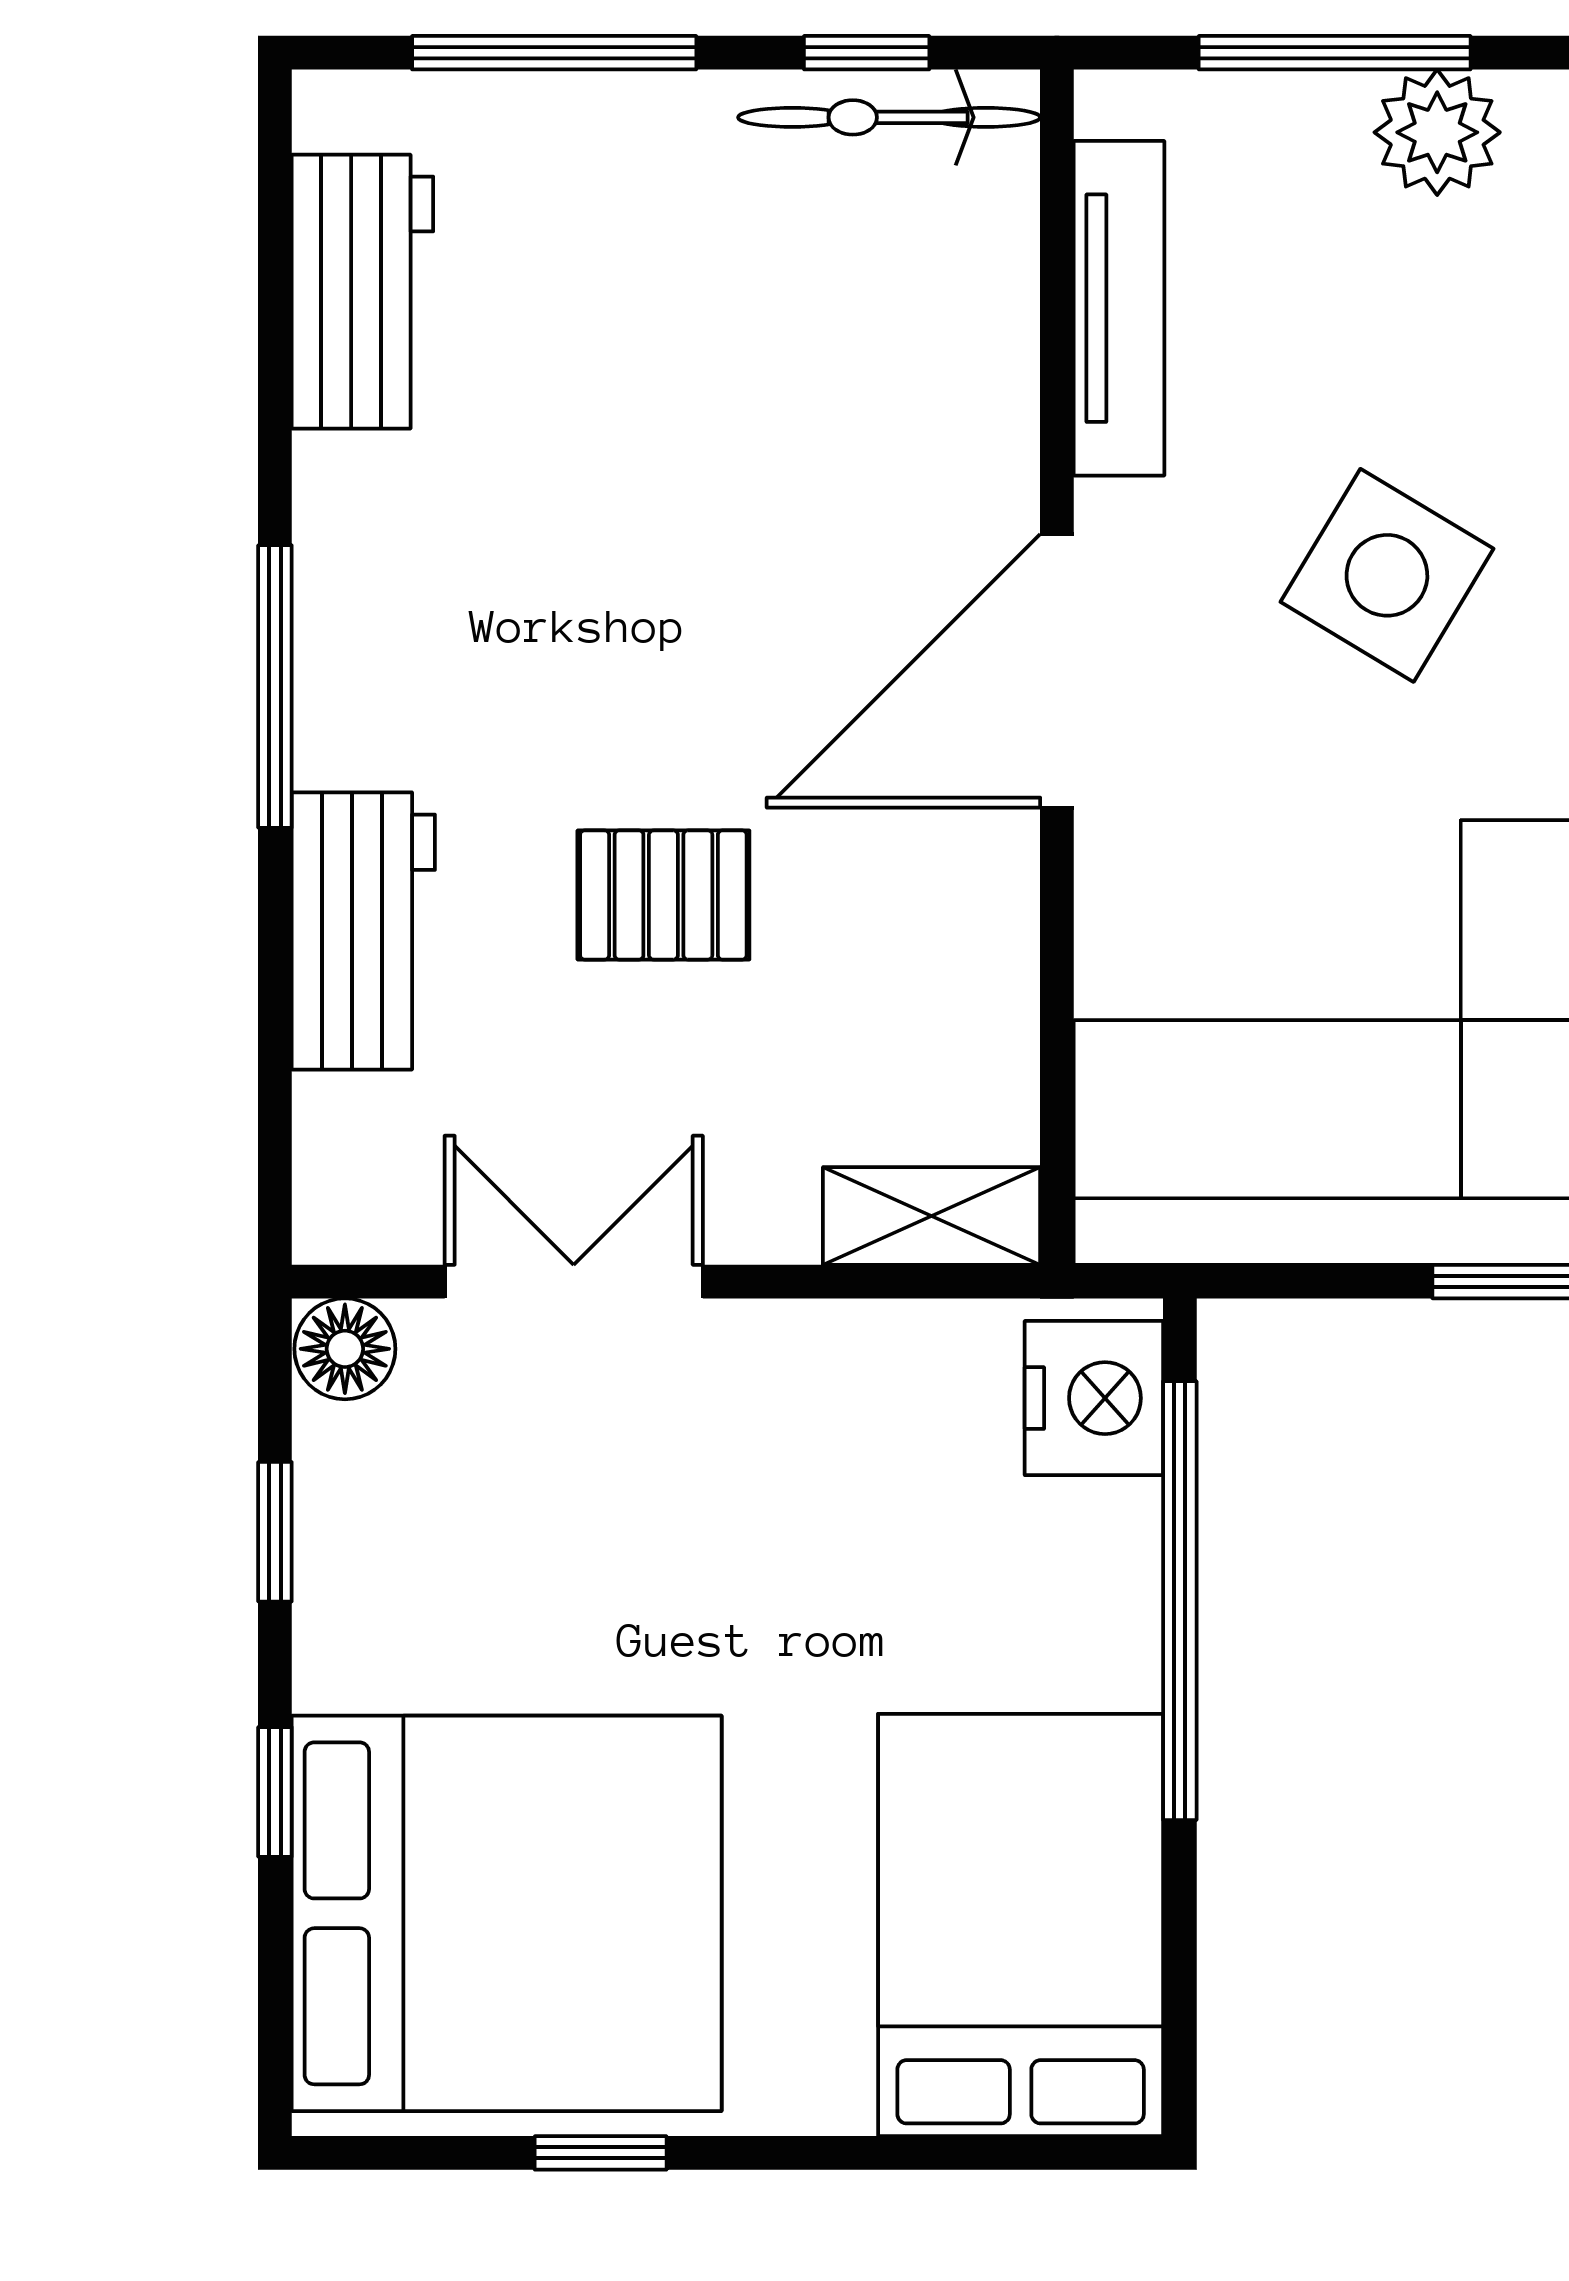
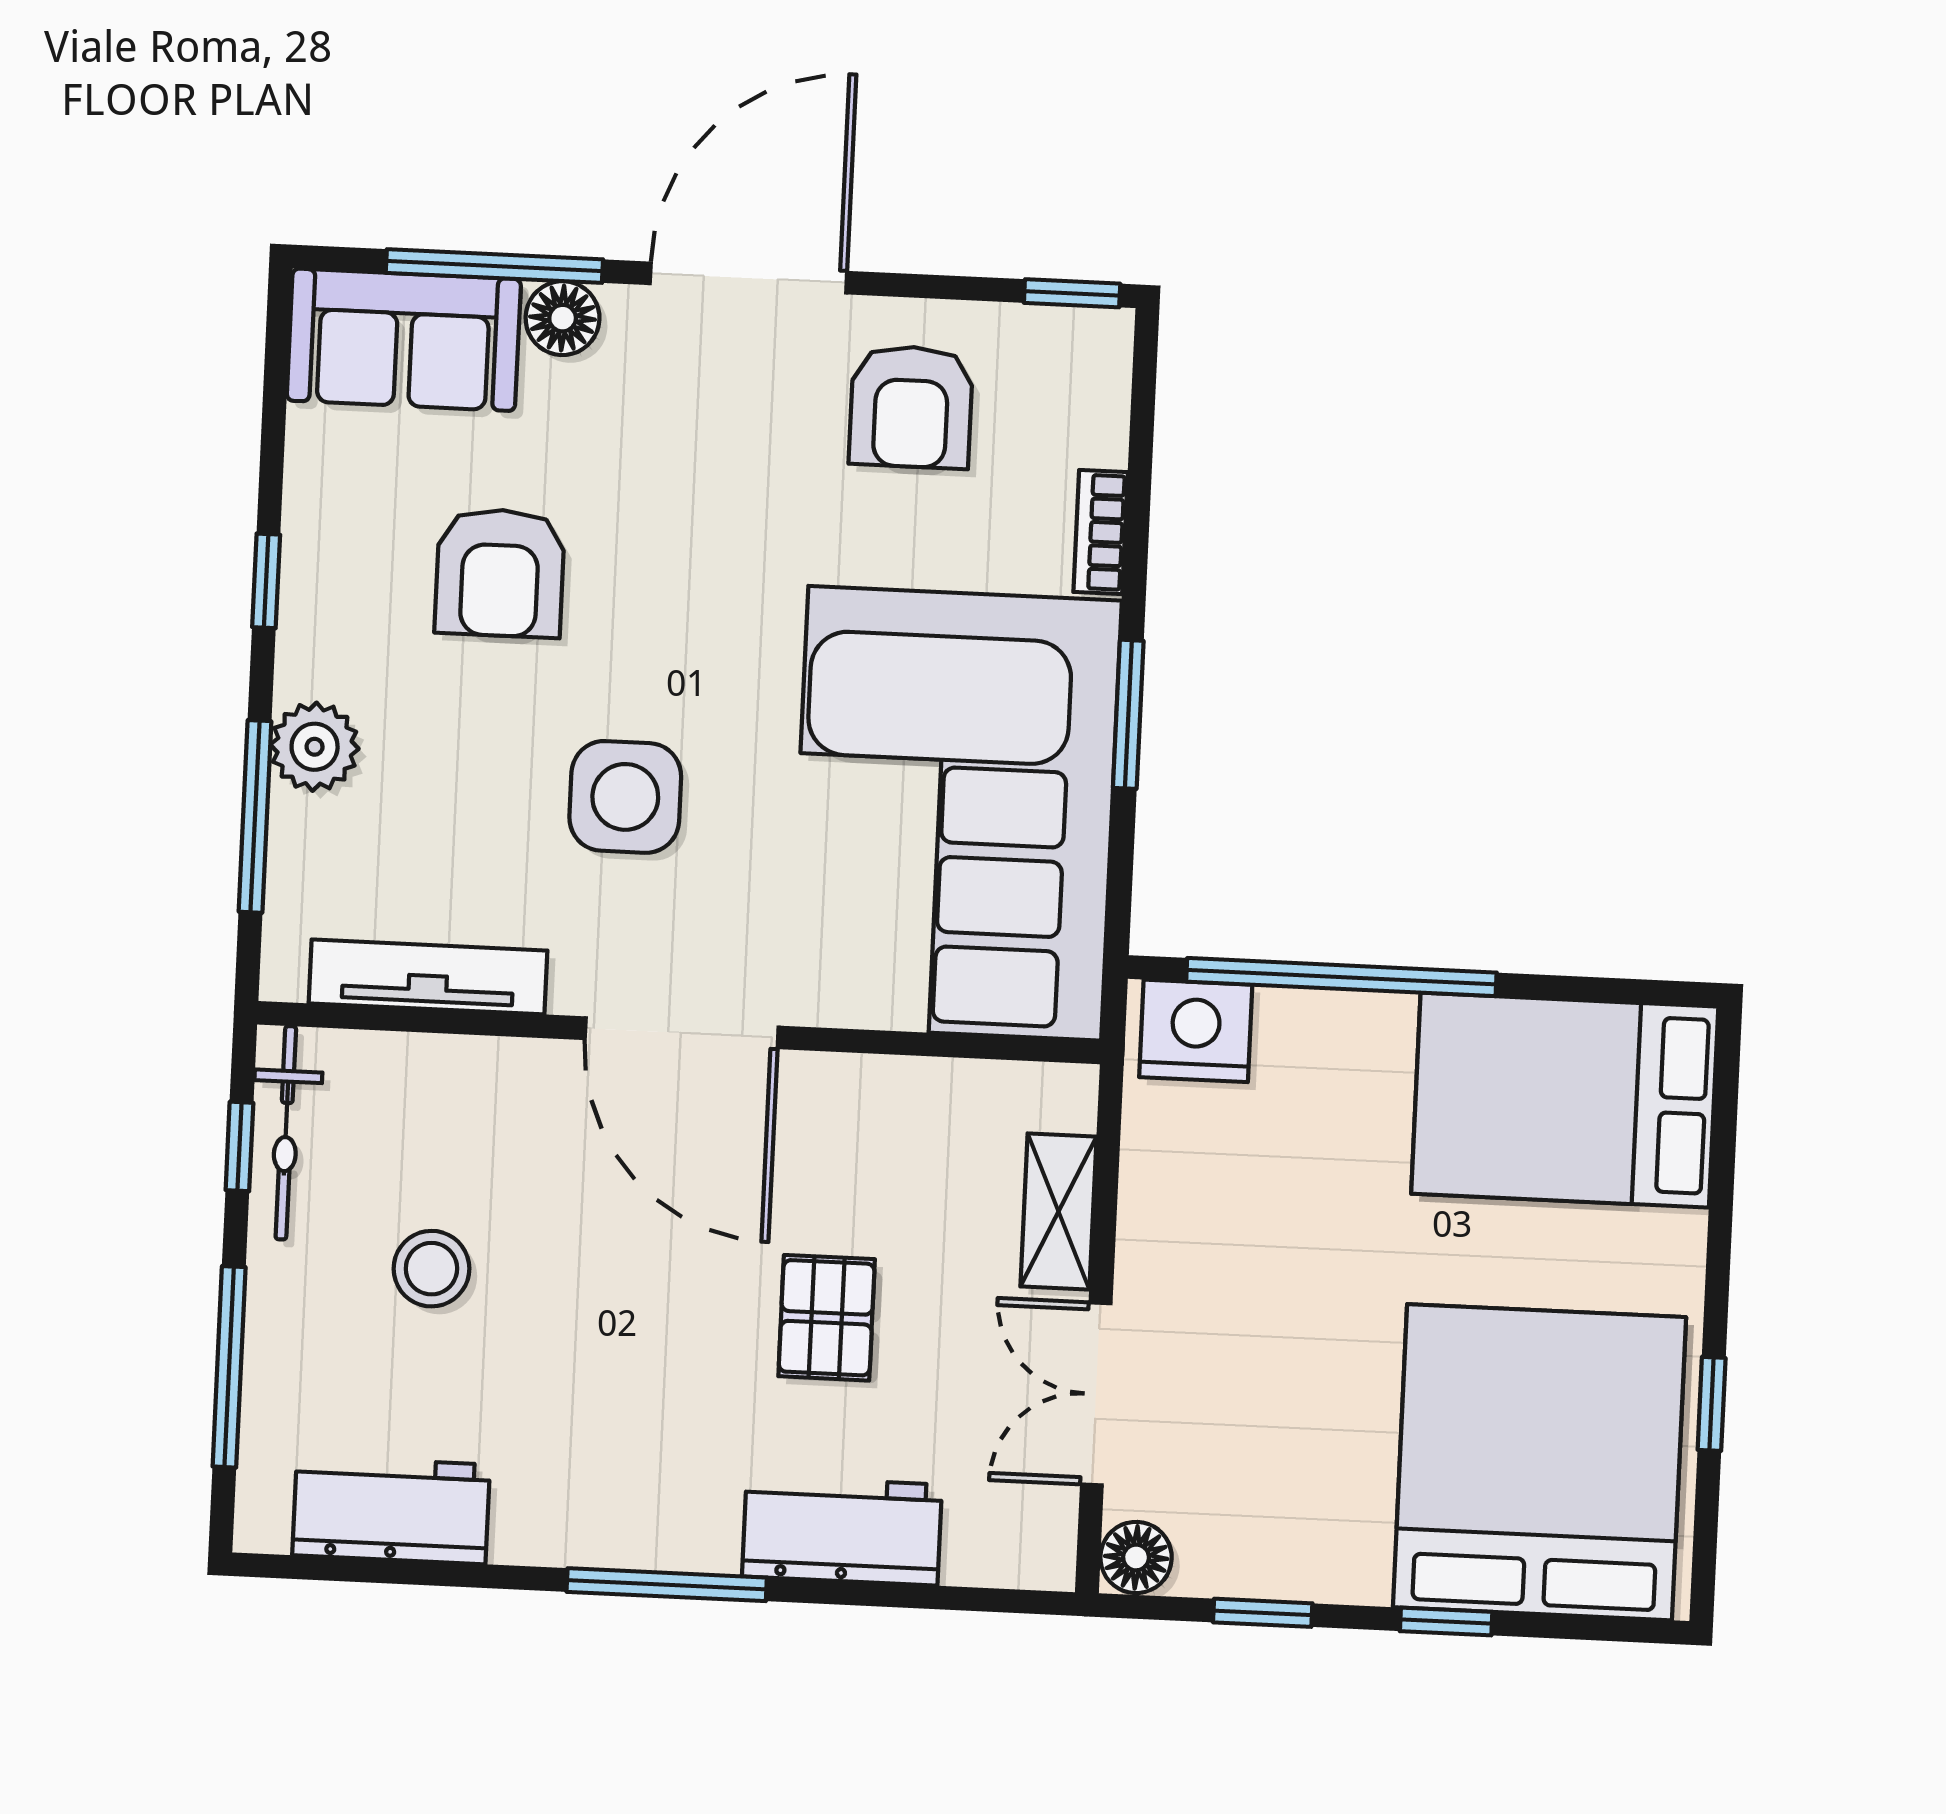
stool: (707, 333) -> (431, 1269), added
side table: (1387, 575) -> (625, 797), turned -31
shelving: (932, 1216) -> (1058, 1211), moved

